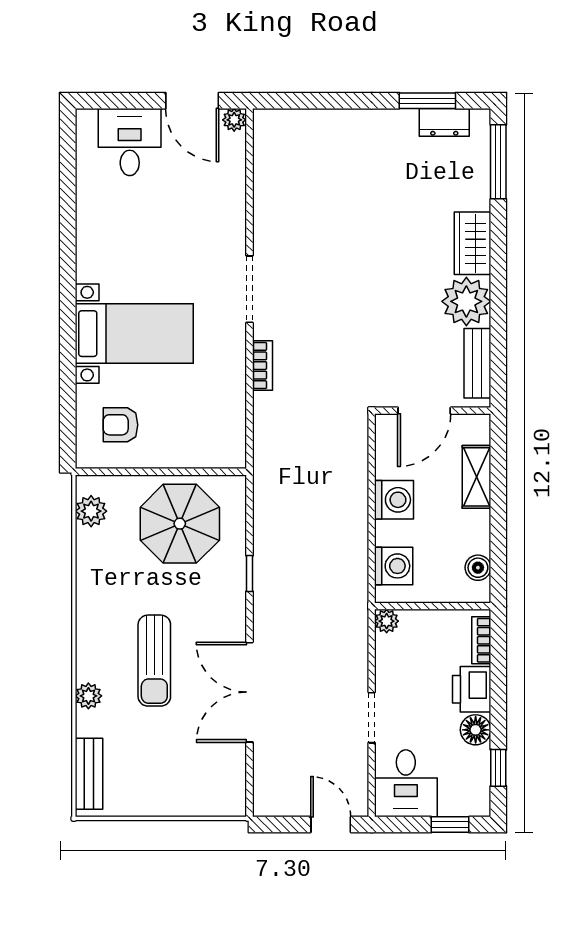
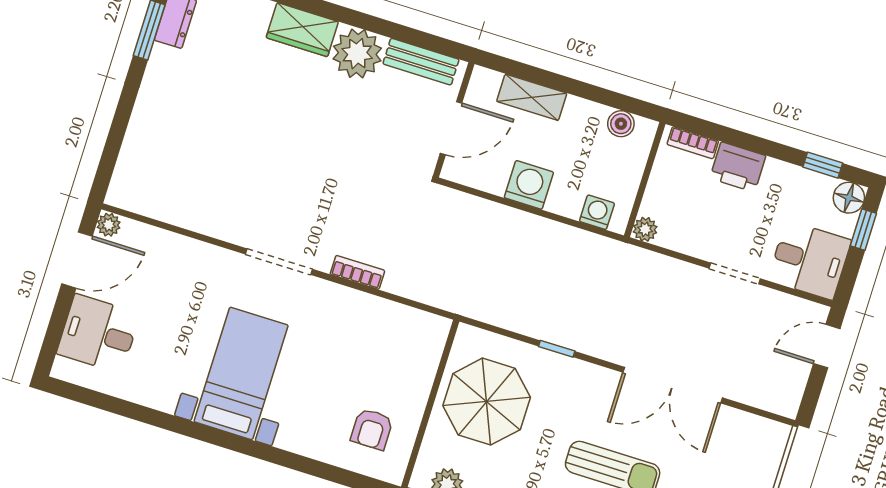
bed with nightstands: (134, 334) -> (241, 373), moved
door: (424, 411) -> (451, 128), hinge flipped
washing machine: (394, 566) -> (597, 212), width x0.73, depth x0.73
floor lamp: (476, 730) -> (849, 198), moved

